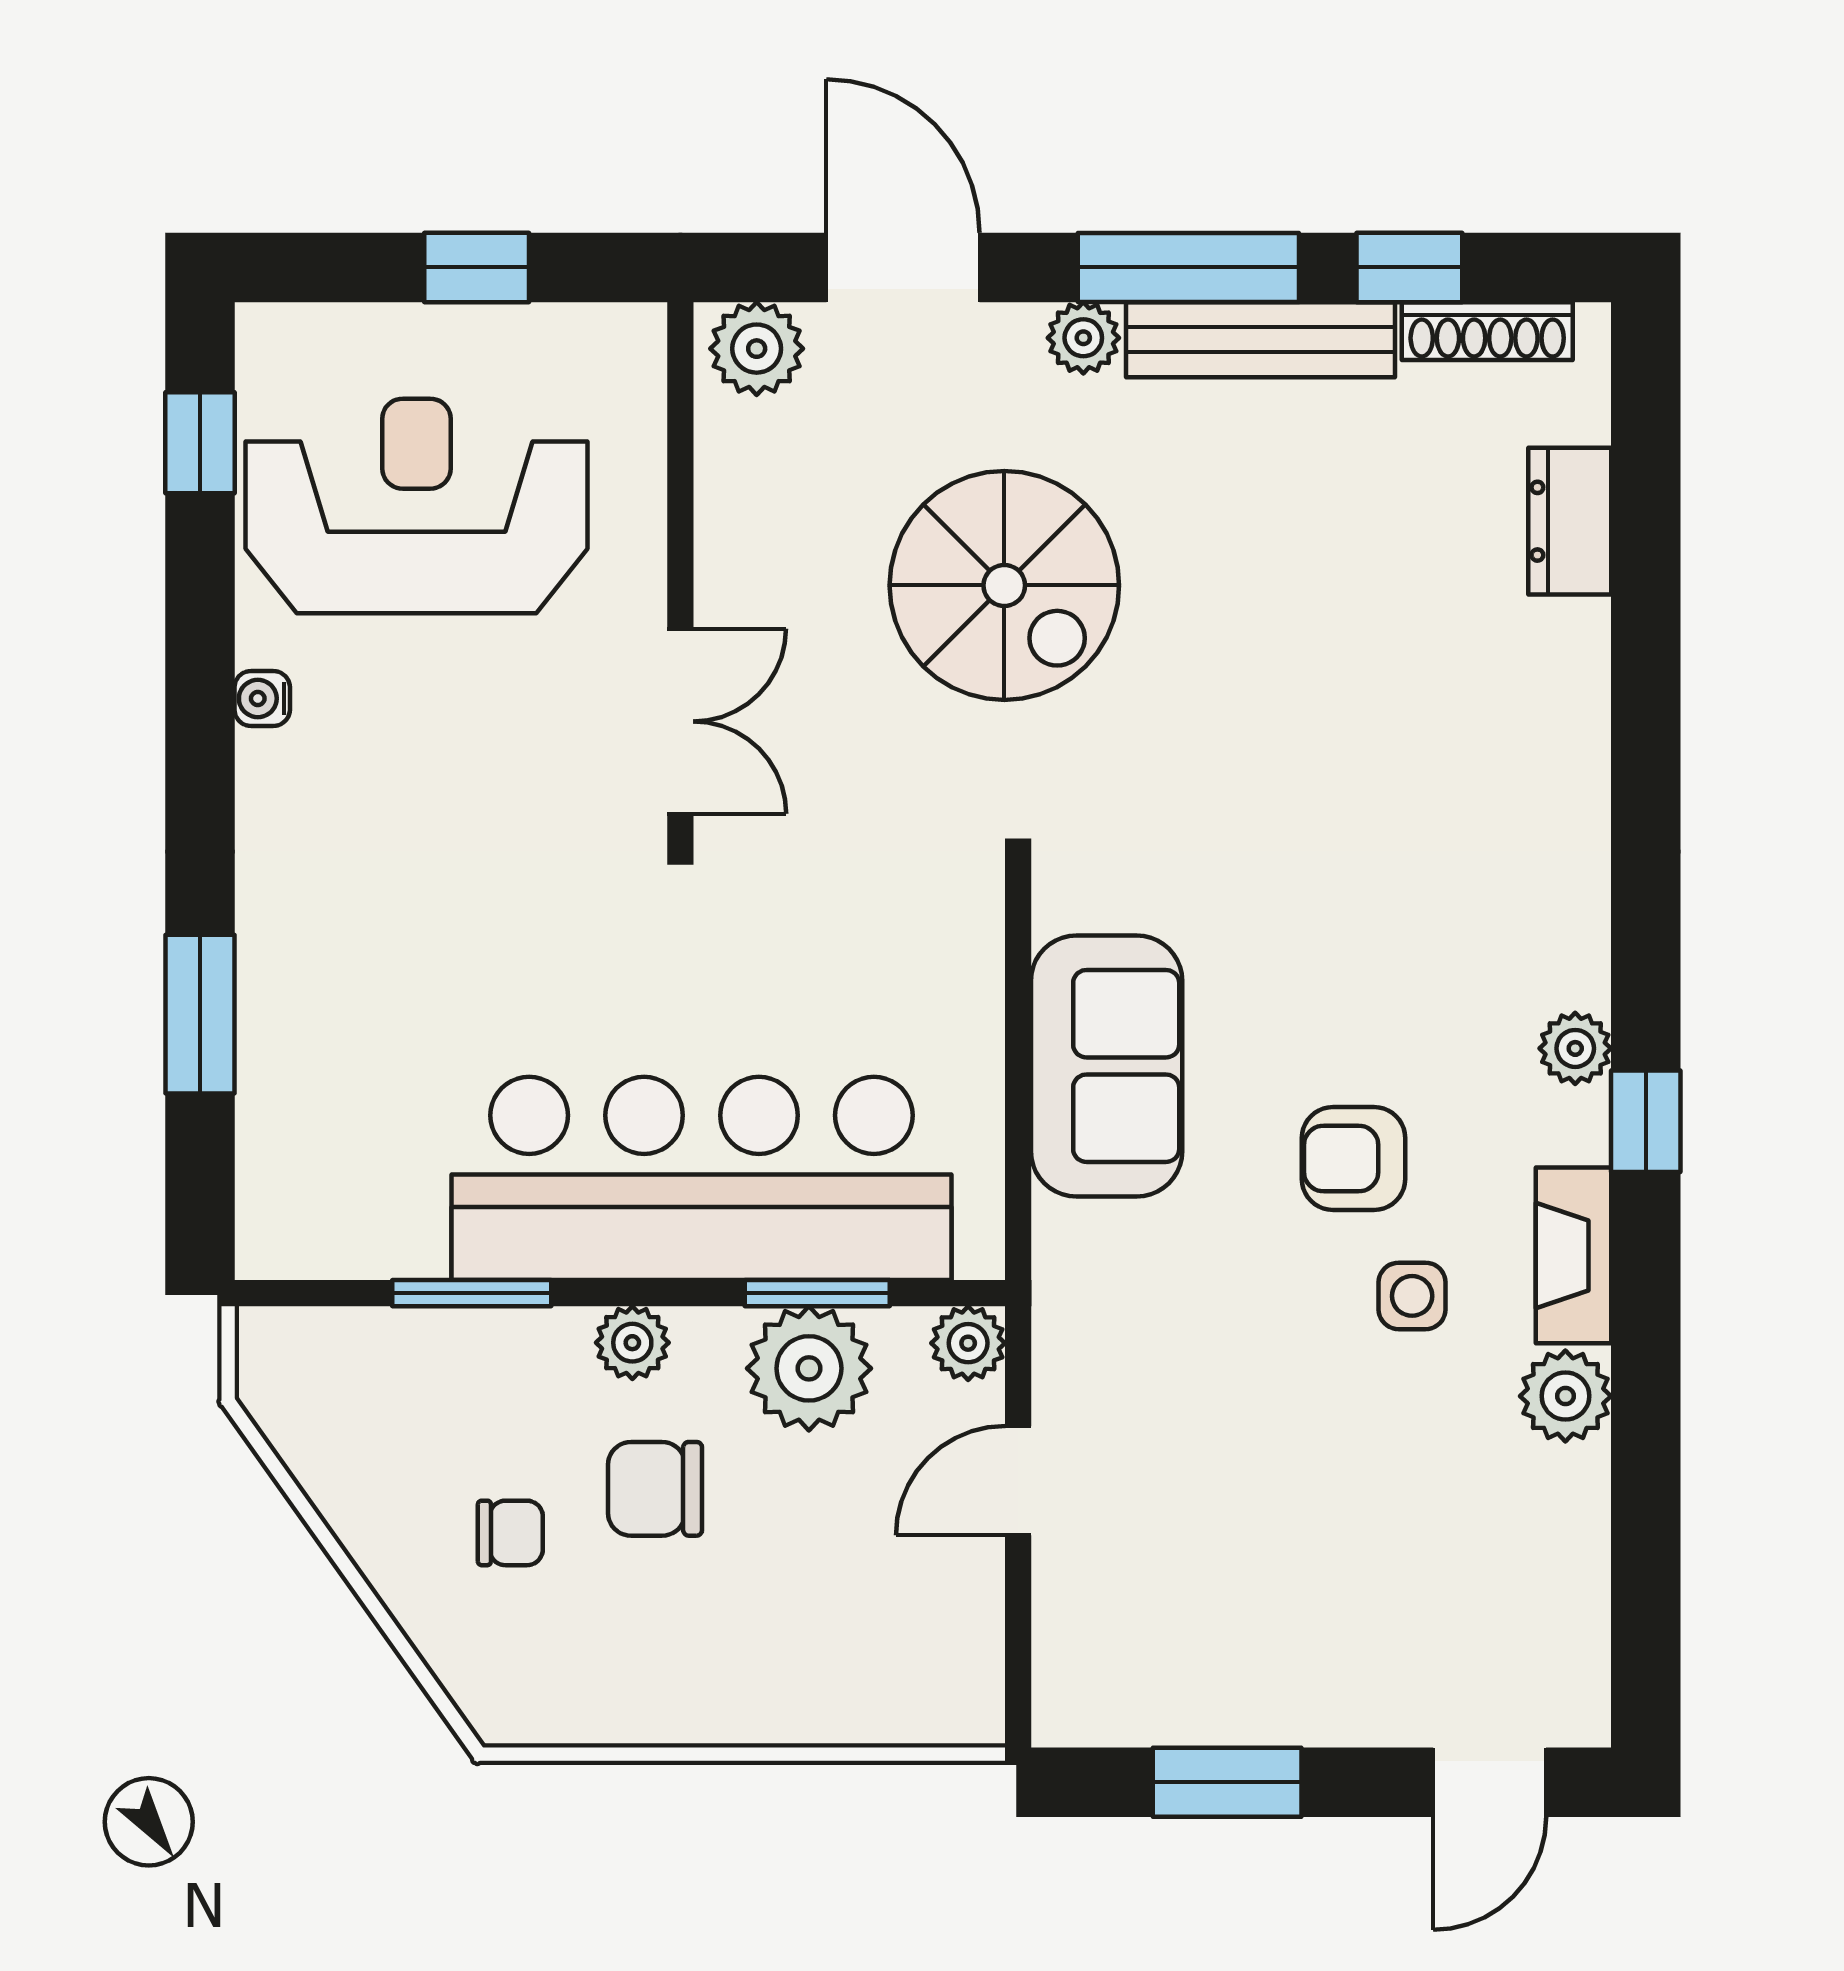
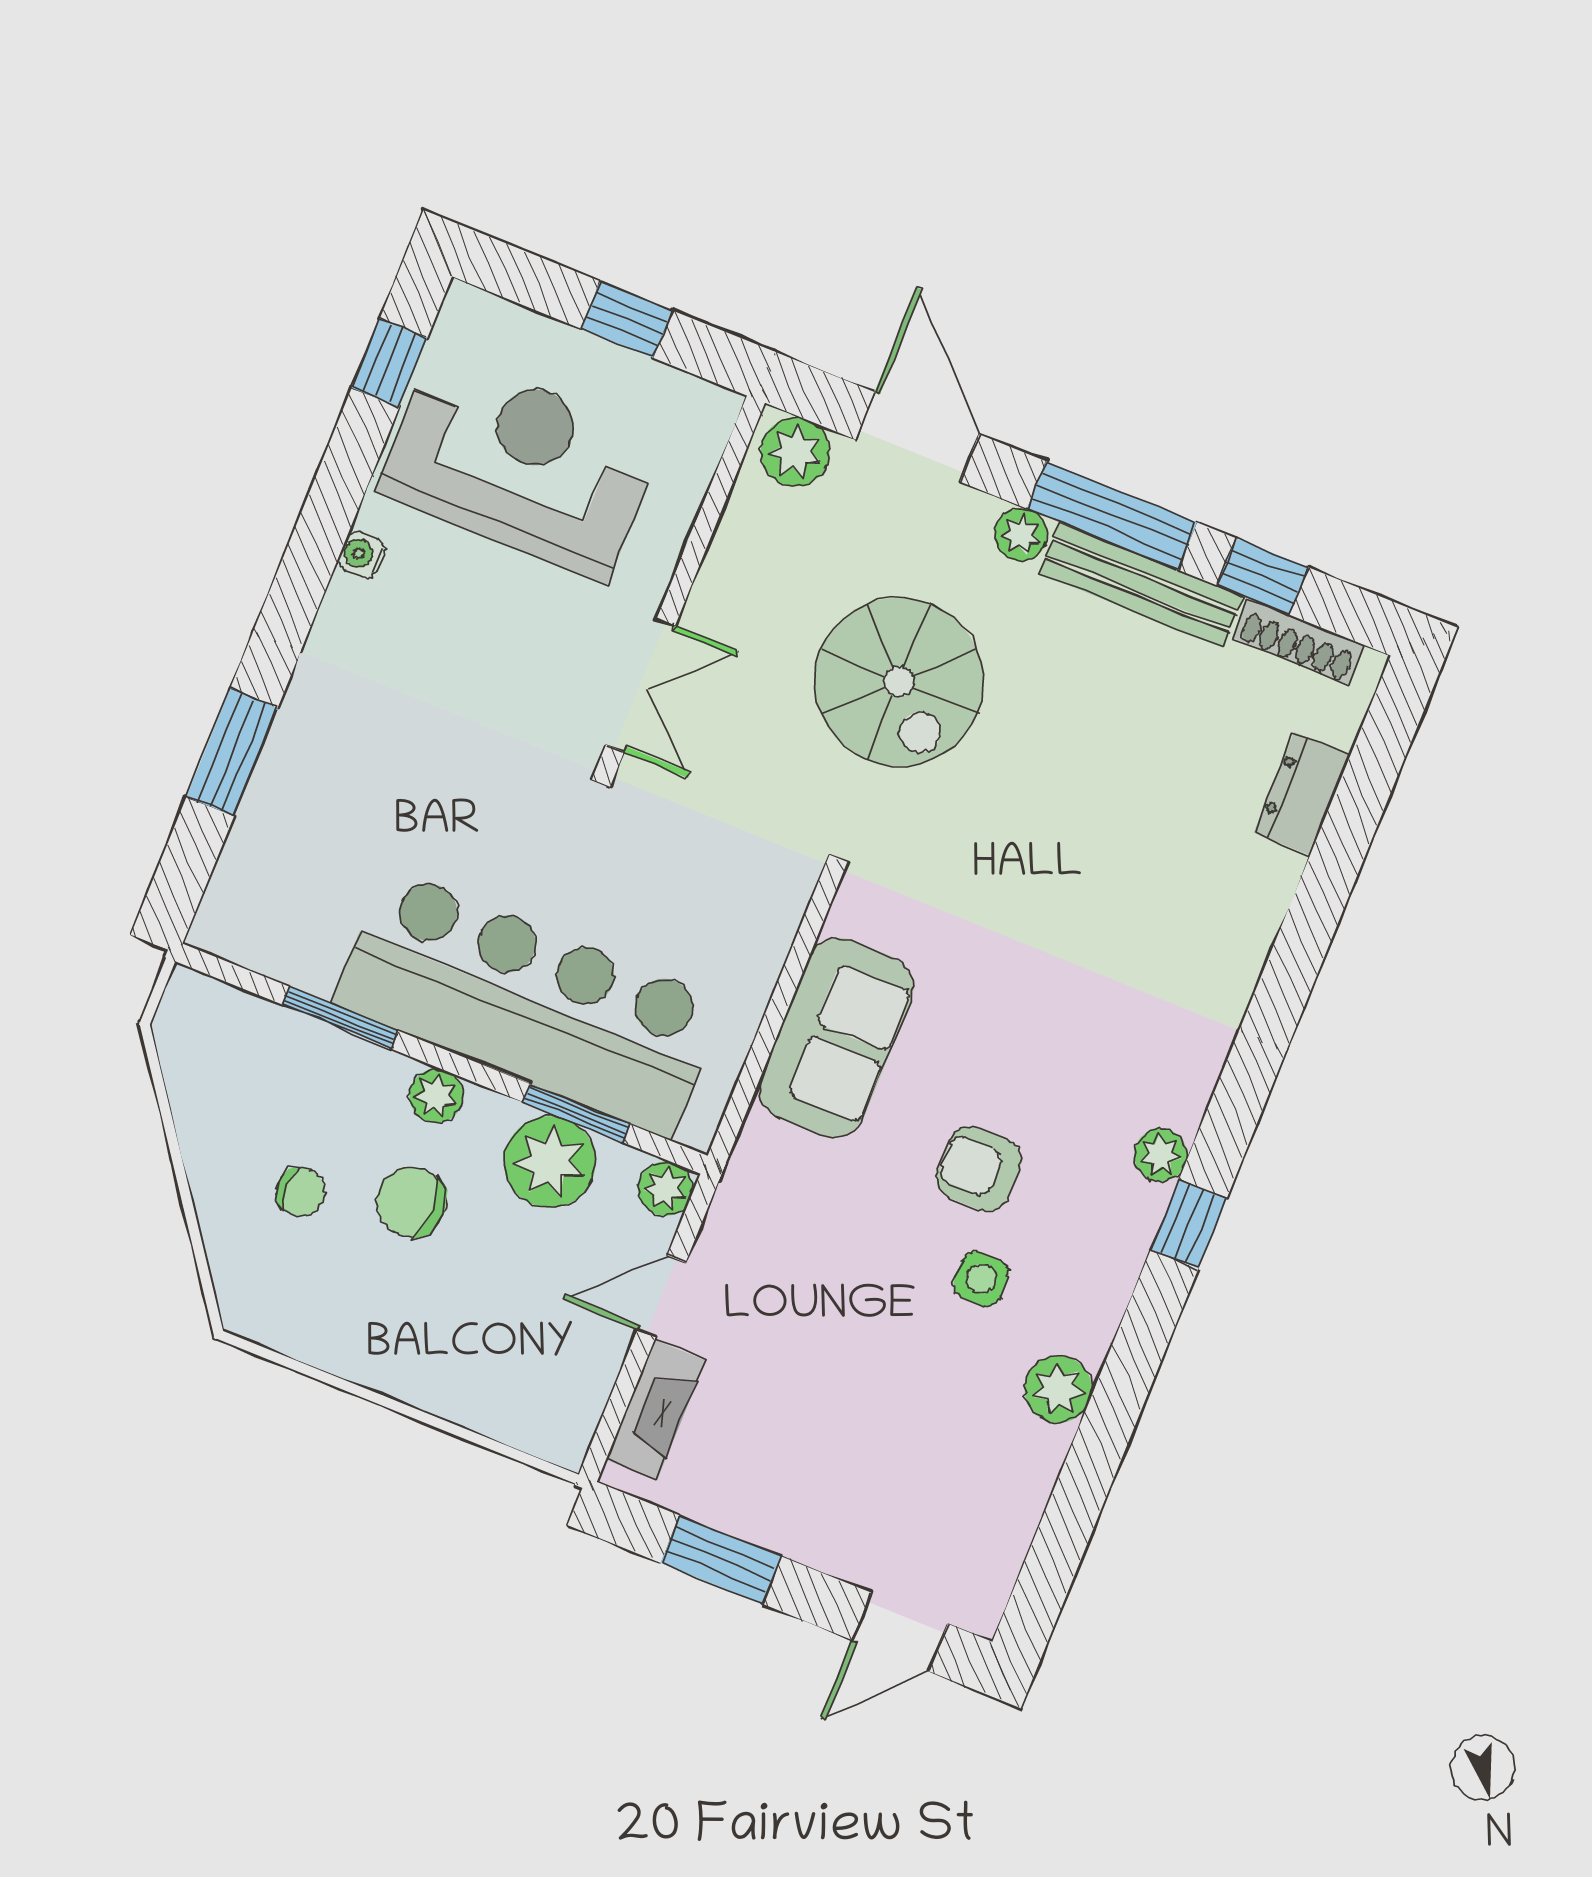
fireplace: (1573, 1255) -> (656, 1410), moved, turned 180

